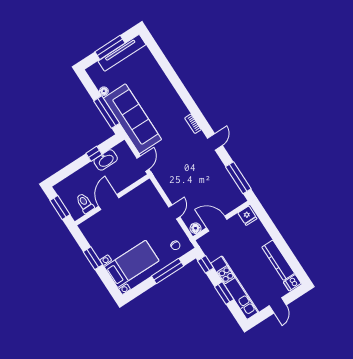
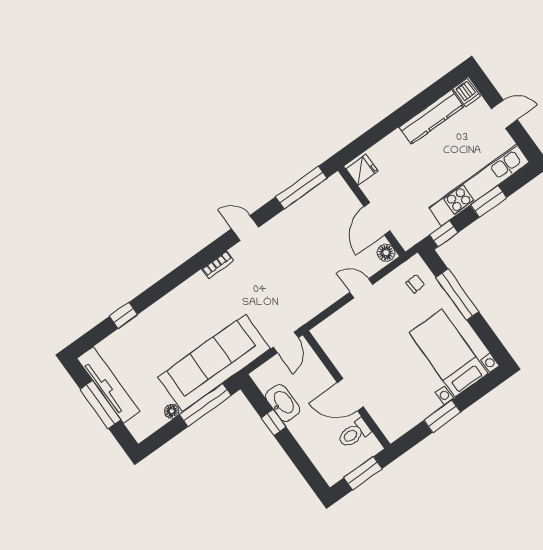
window: (164, 64) -> (123, 315), added
door: (143, 164) -> (286, 342), swing flipped

